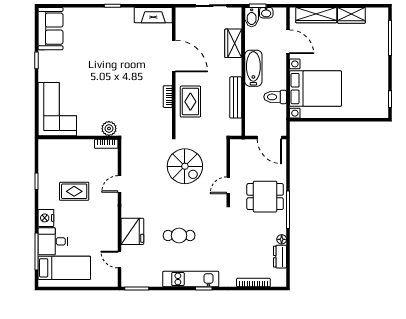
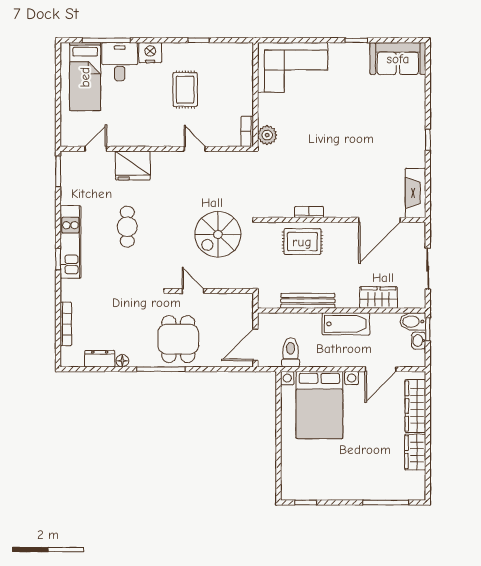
door: (174, 56) -> (379, 220), moved
toilet: (275, 97) -> (291, 352), moved

